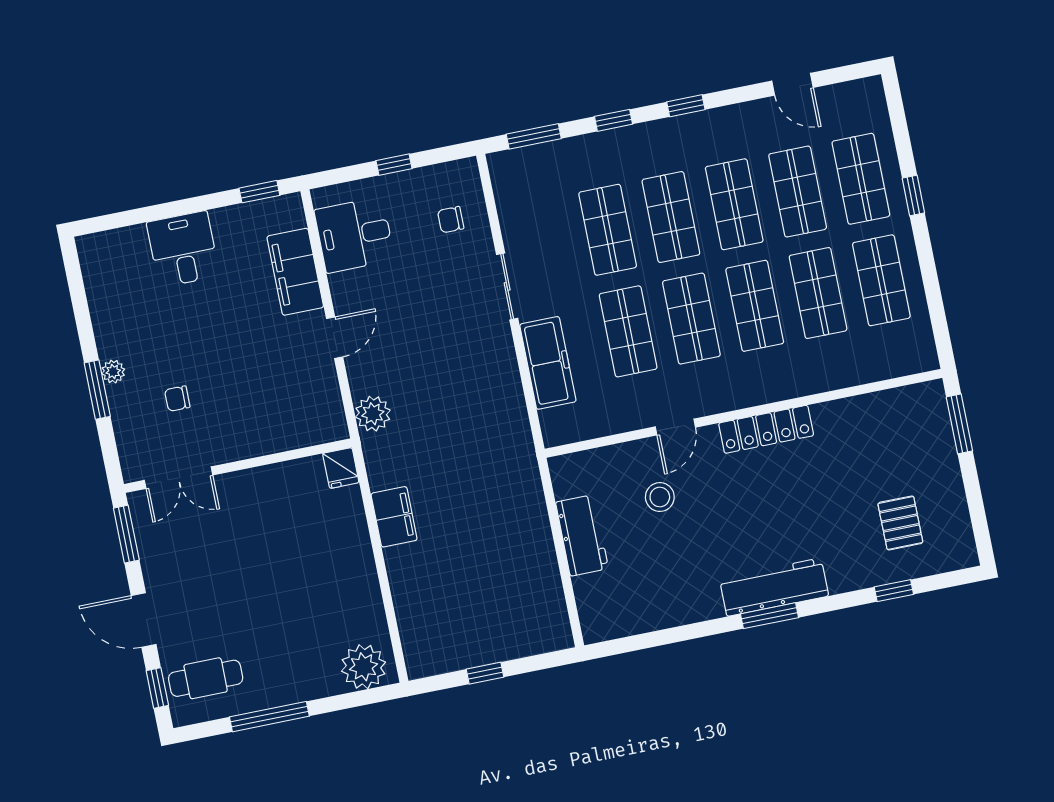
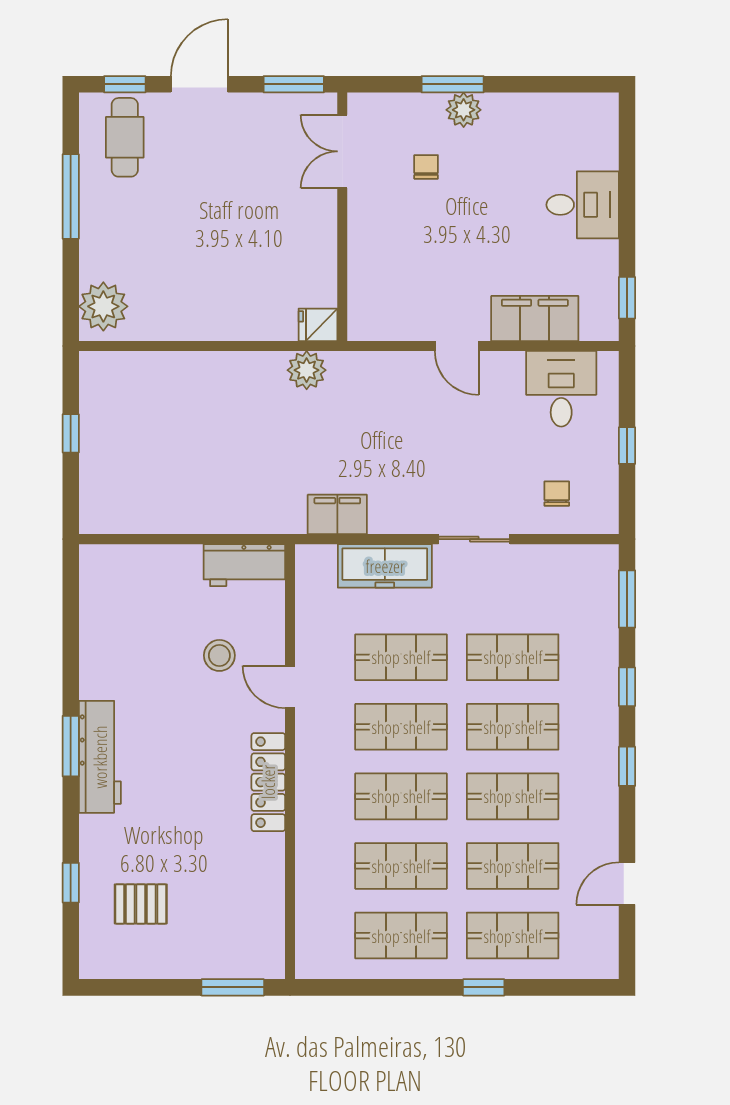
plant: (113, 372) -> (464, 110), width x1.38, depth x1.38
plant: (373, 414) -> (307, 370), moved
filing cabinet: (394, 517) -> (337, 514), moved, turned 180
workbench: (582, 535) -> (244, 565), moved

